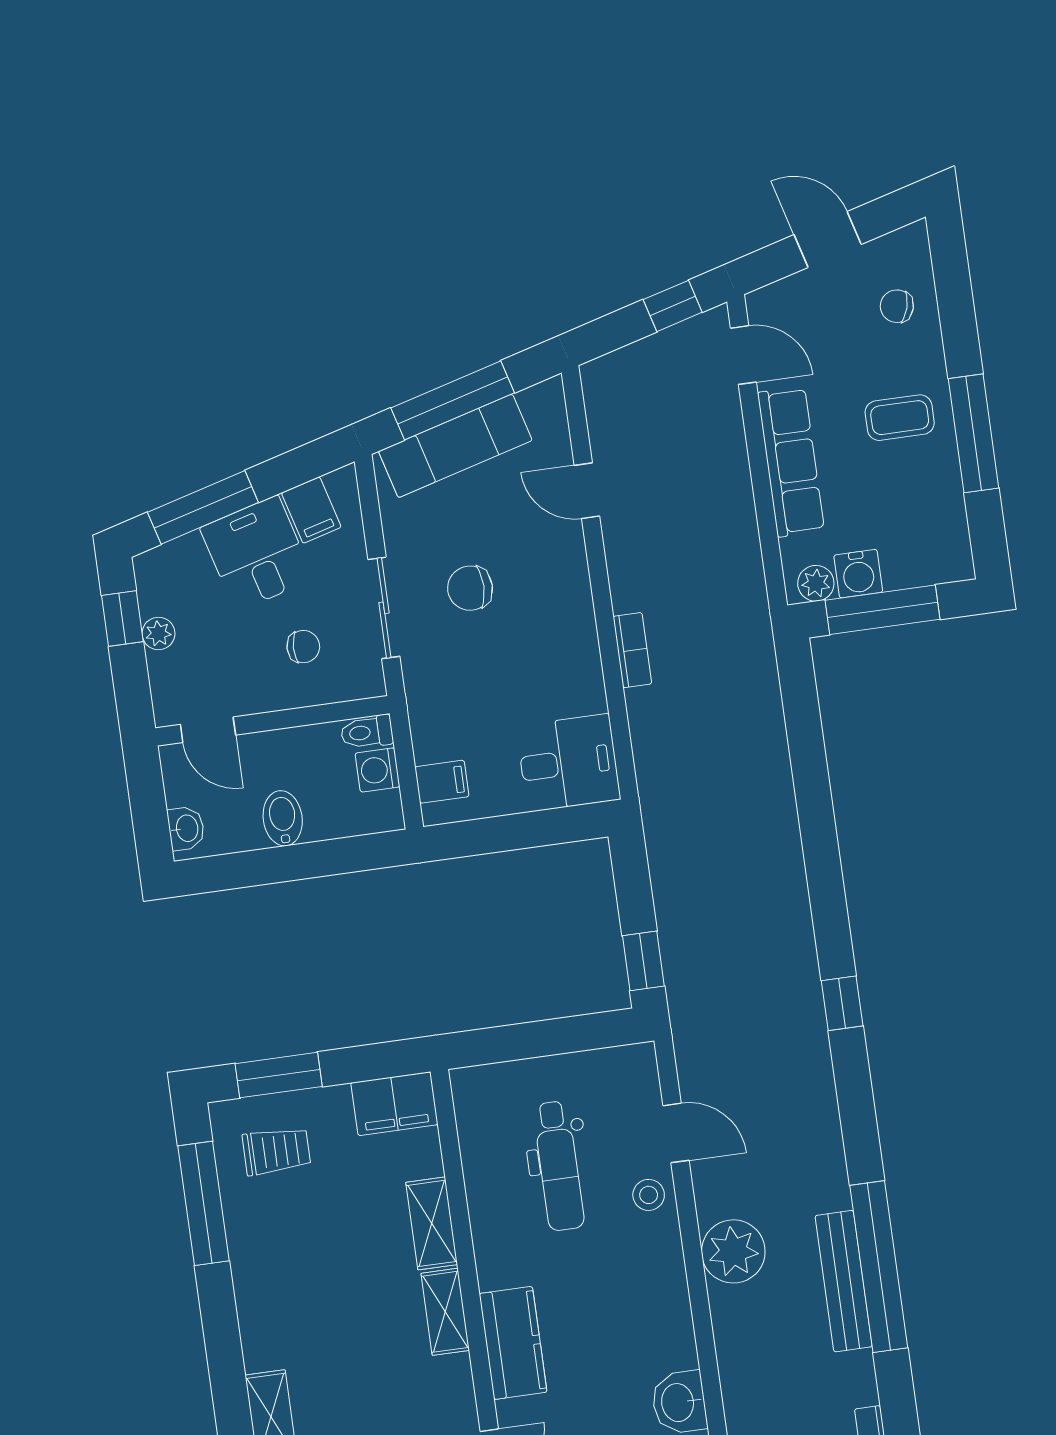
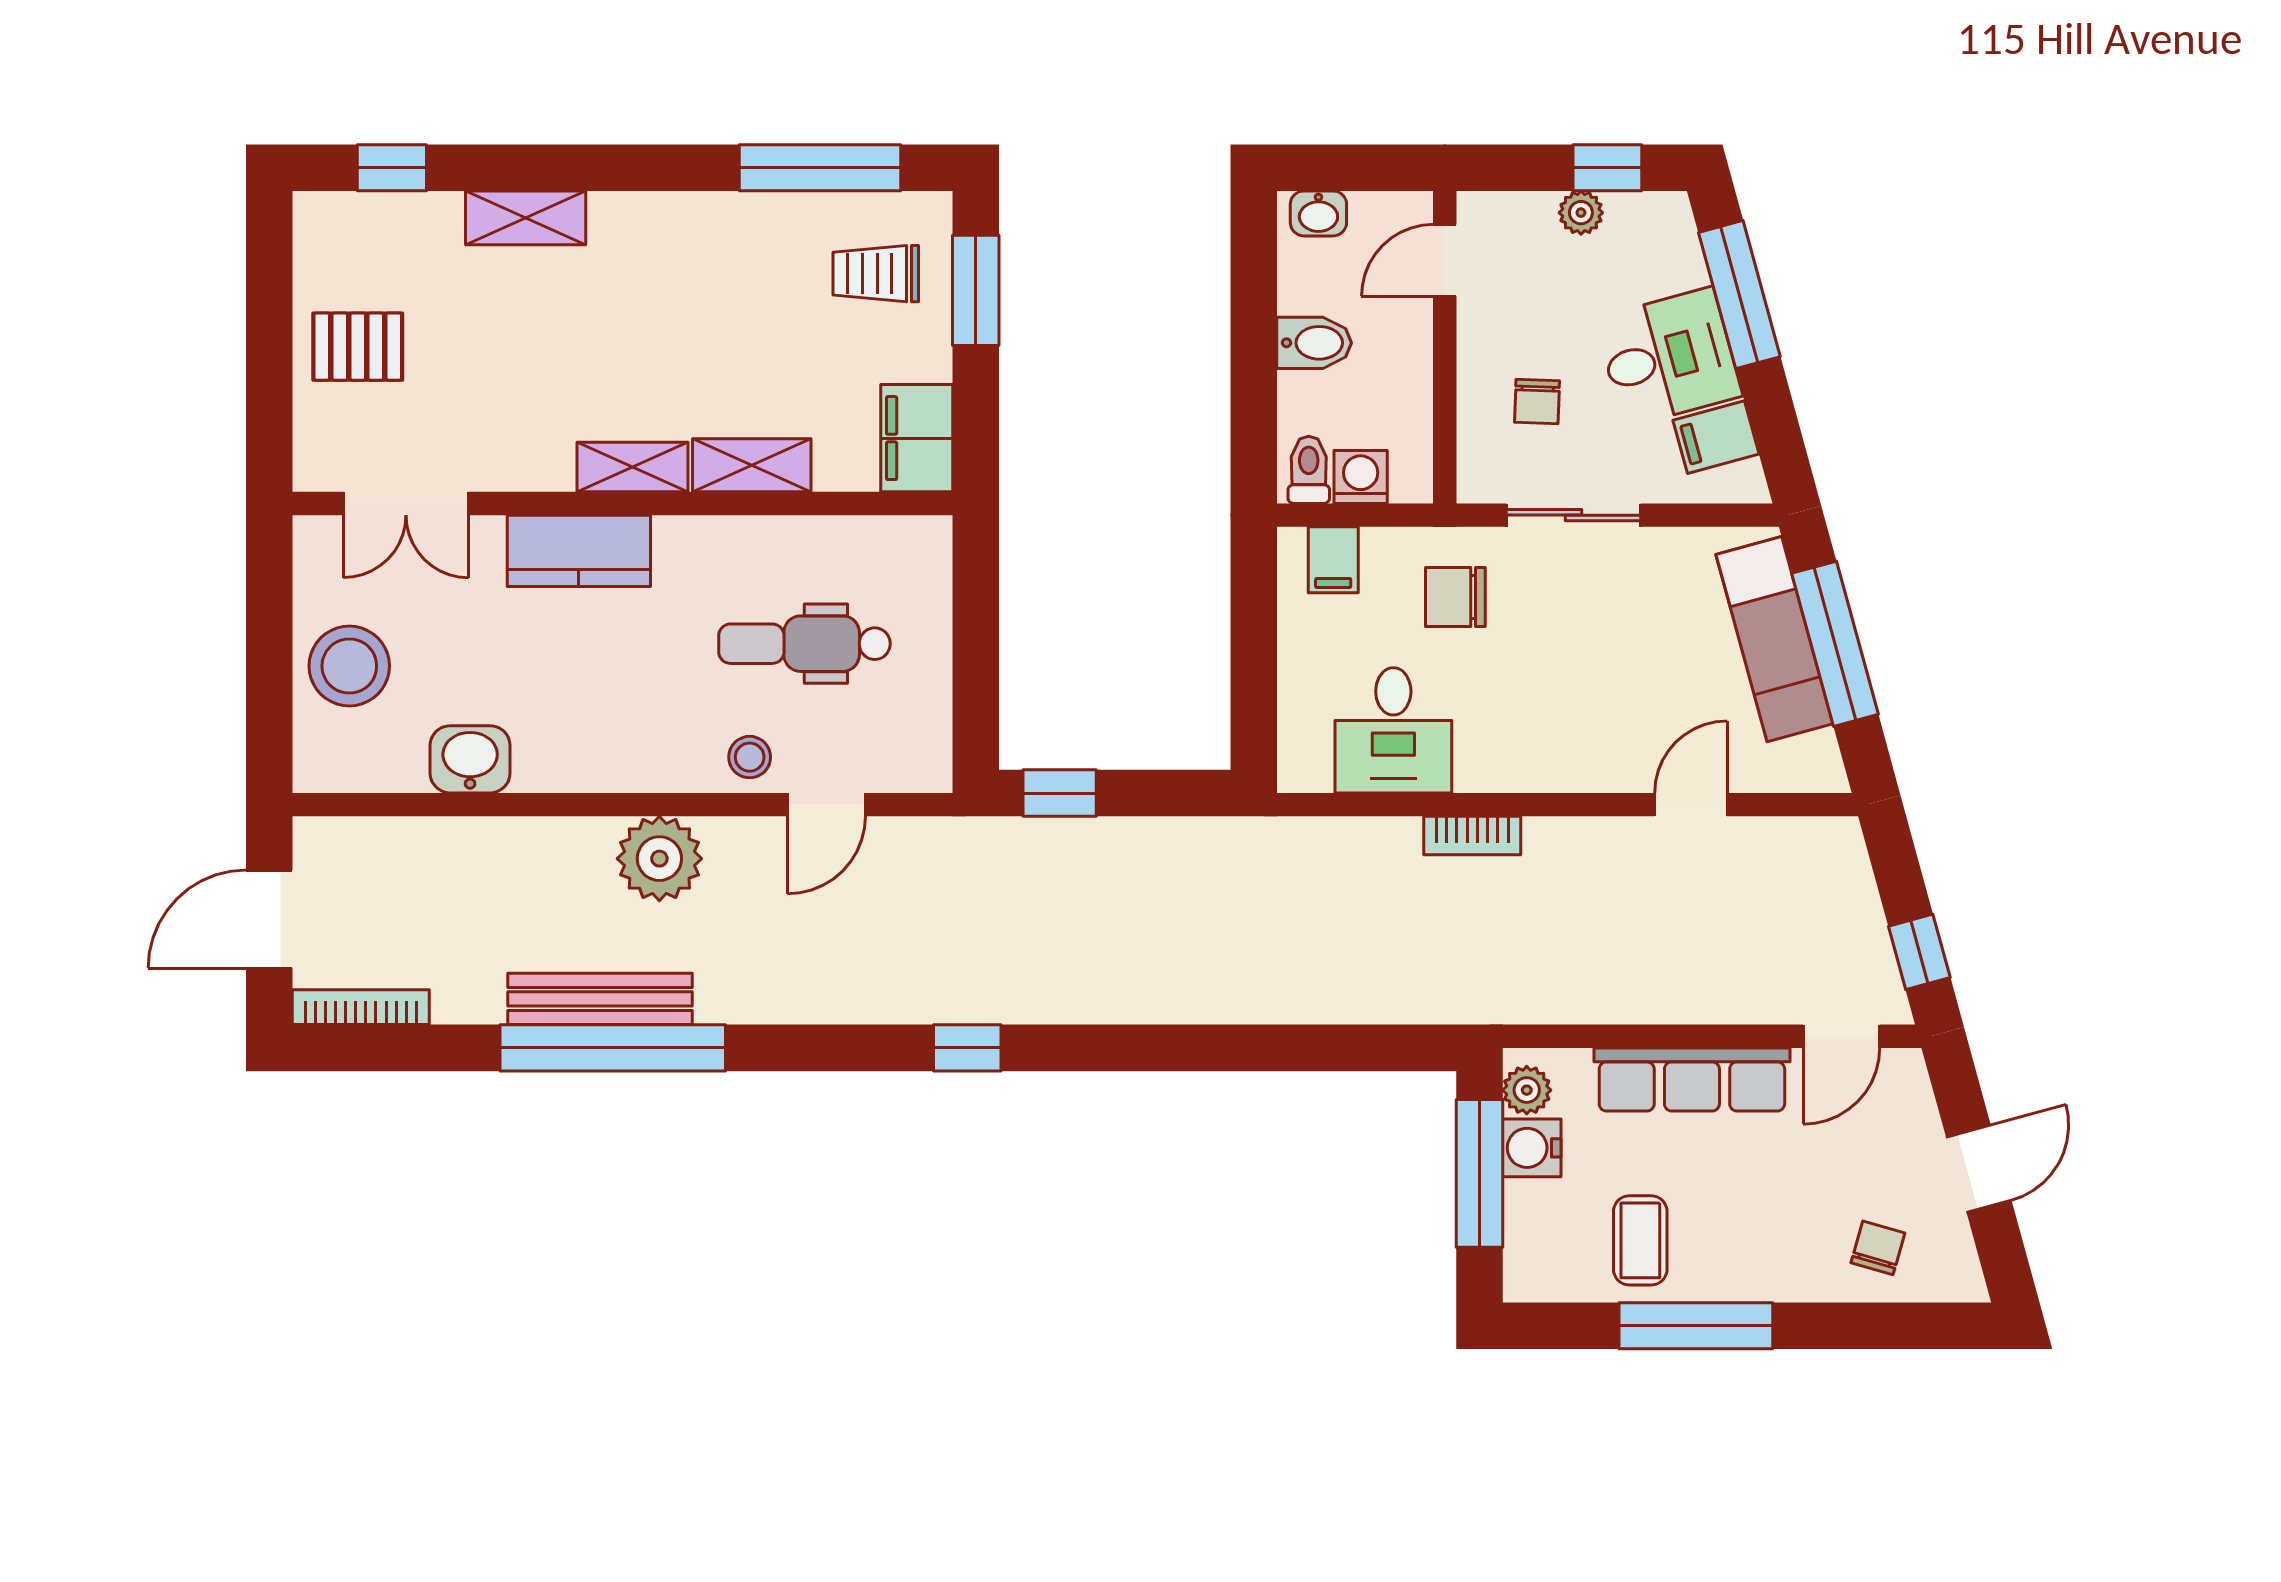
coffee table: (900, 418) -> (1640, 1240), moved
chair: (470, 588) -> (1455, 597), moved, turned -90
toilet: (367, 732) -> (1309, 470), moved
desk: (568, 763) -> (1393, 730), moved
trolley: (276, 1151) -> (876, 274), turned 90

